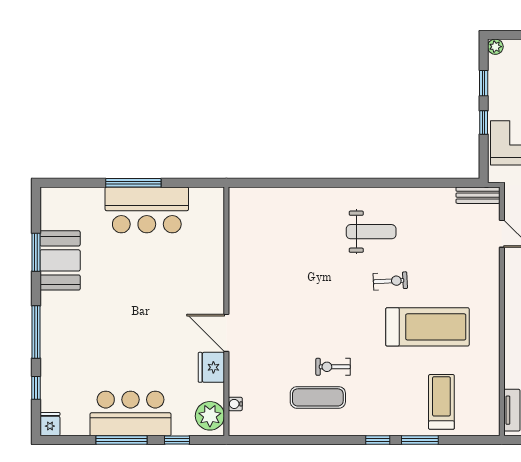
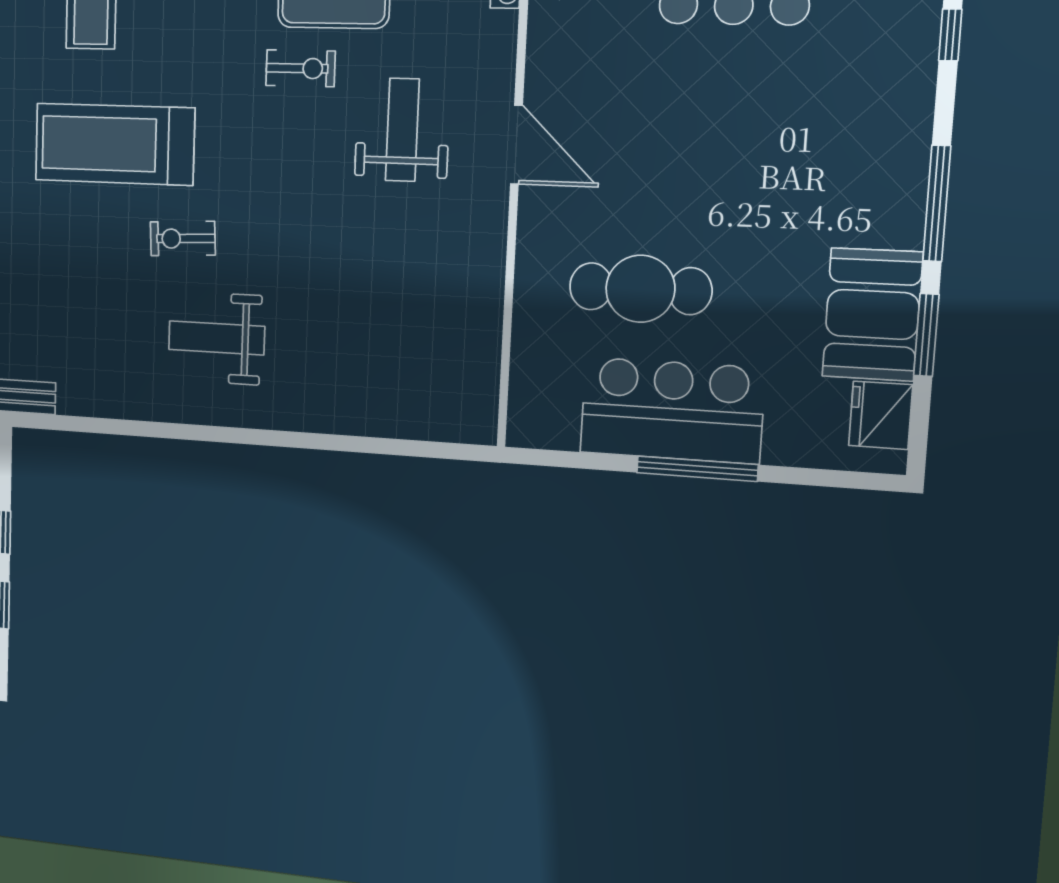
cafe table: (165, 267) -> (640, 289), added
window: (36, 332) -> (937, 203), moved
weight bench: (282, 338) -> (402, 130), added
fridge: (211, 367) -> (881, 415), moved, turned 180

